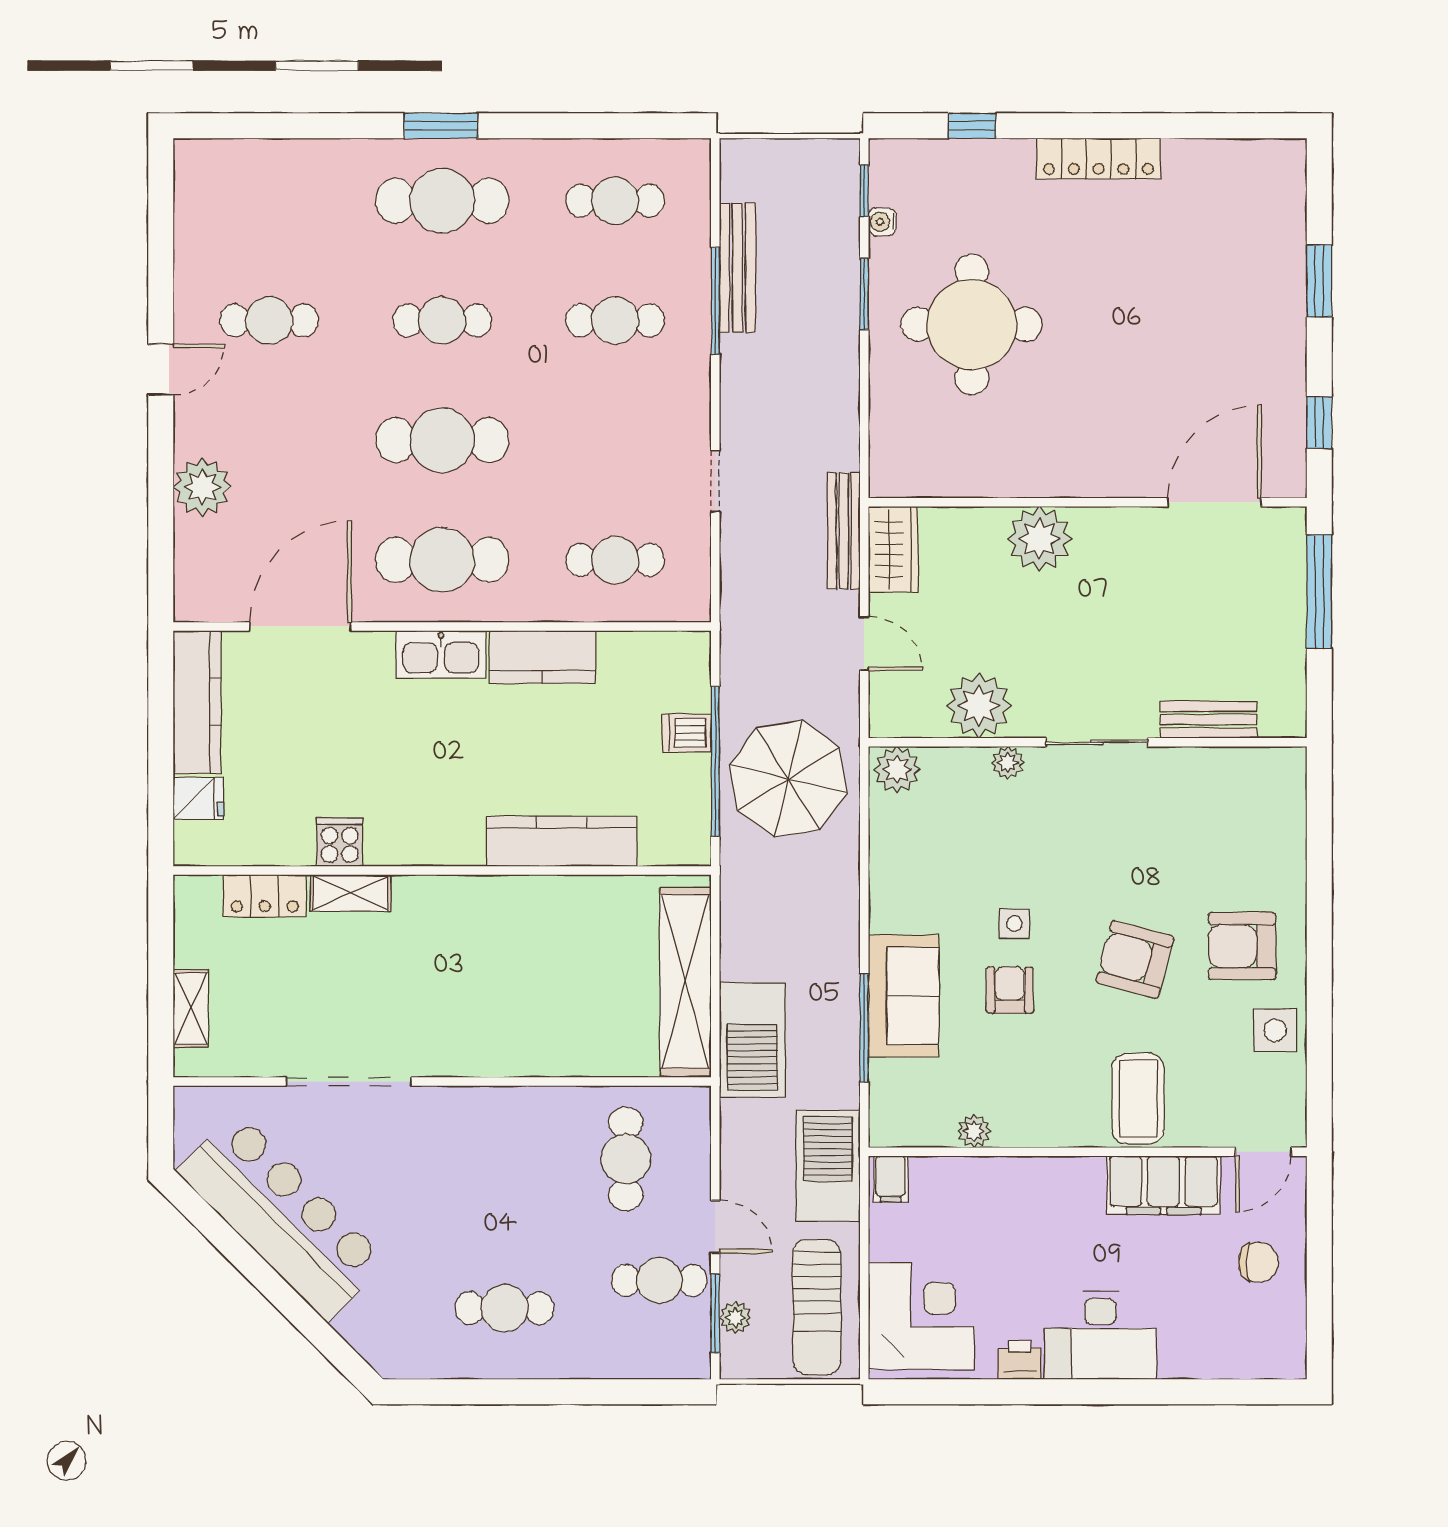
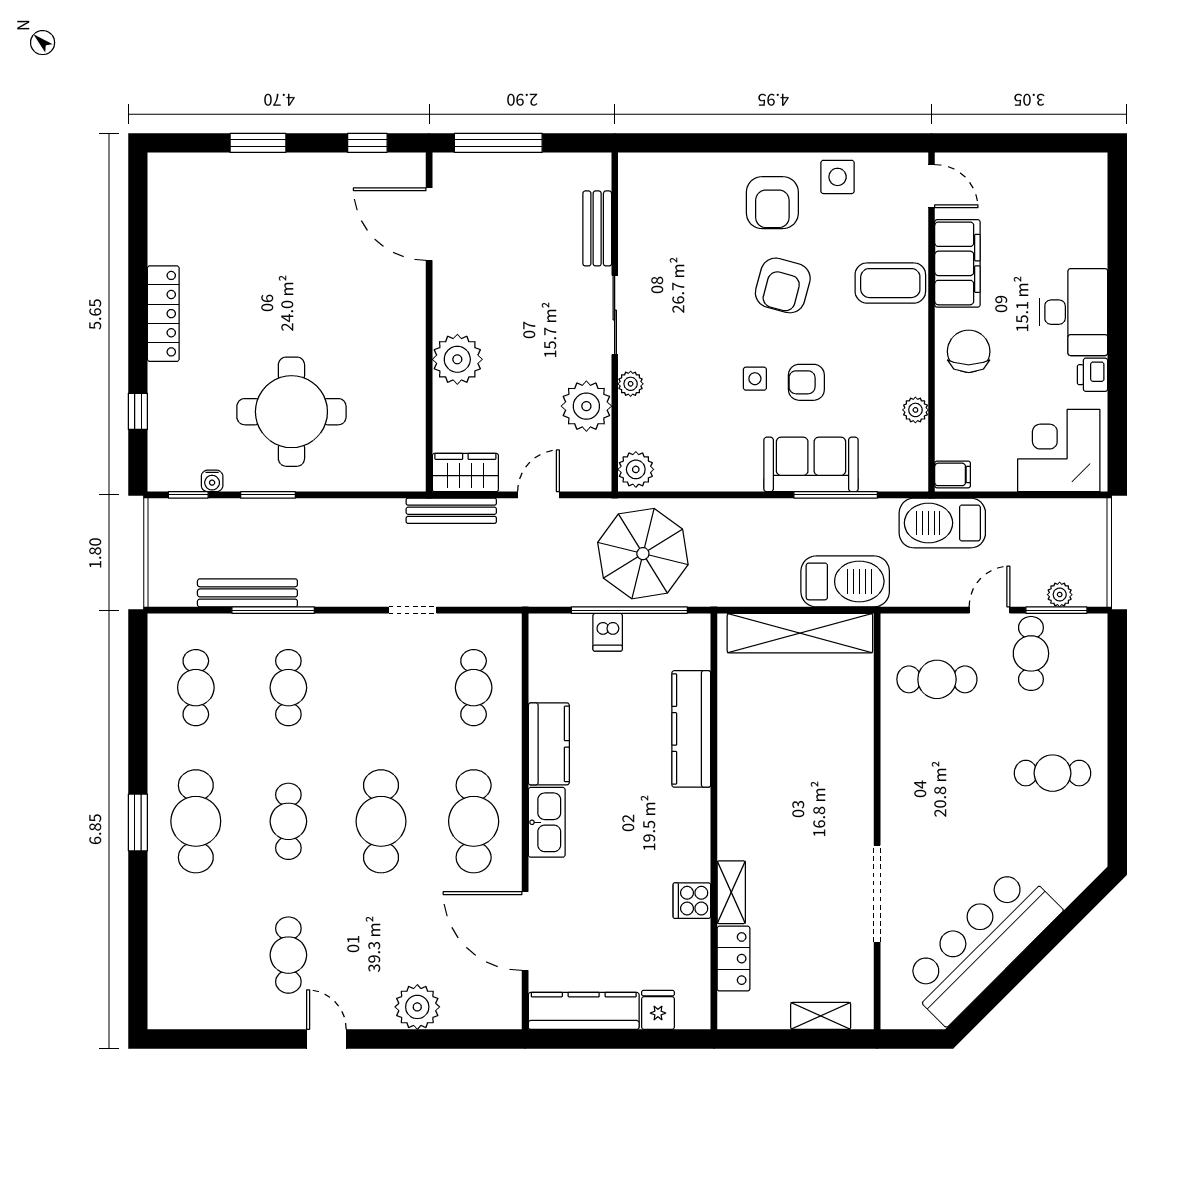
chair: (1258, 1262) -> (969, 351), moved, width x1.37, depth x1.37
sun lounger: (817, 1307) -> (1052, 532), removed
cafe table: (505, 1308) -> (1053, 773), turned 90

